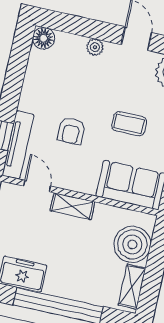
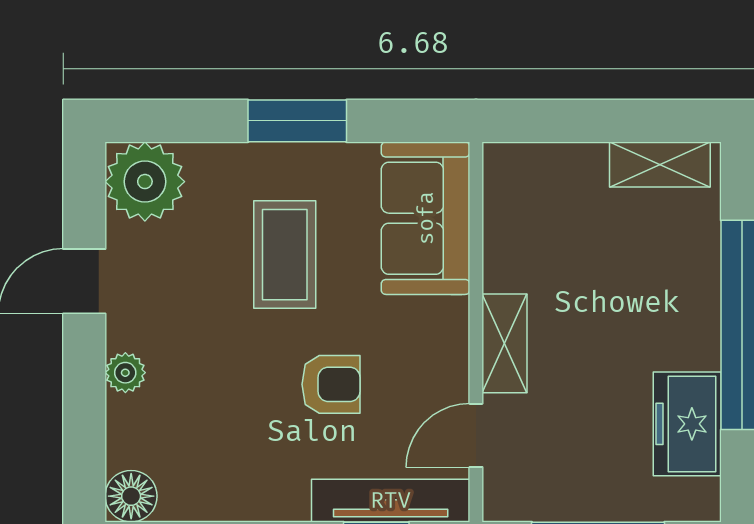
coffee table: (129, 124) -> (285, 255), width x1.36, depth x1.30
boiler: (132, 244) -> (562, 185), removed

